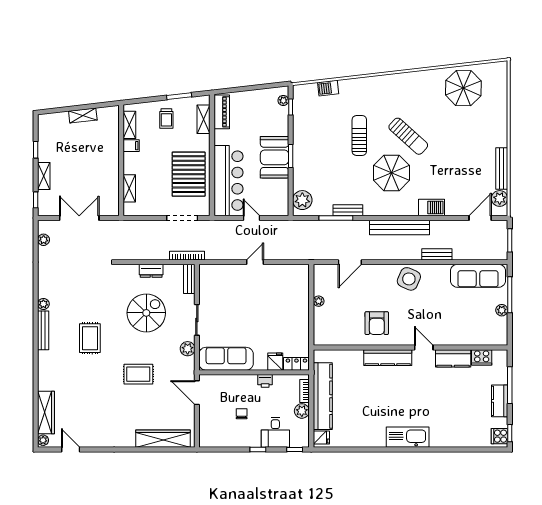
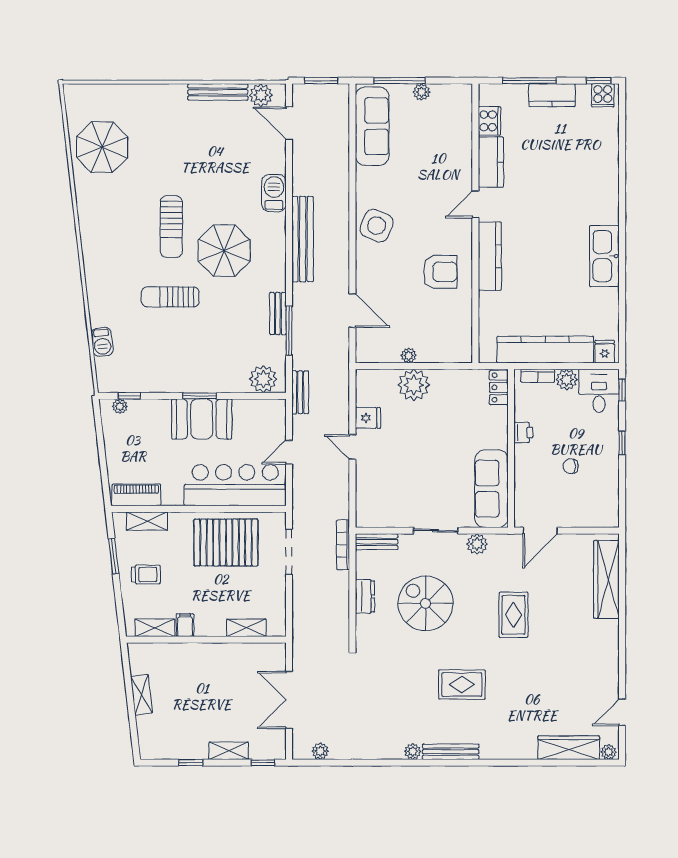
sun lounger: (408, 136) -> (171, 227), turned 138
bench: (437, 254) -> (300, 392), moved
plant: (298, 305) -> (414, 385), added
fridge: (275, 362) -> (368, 418), moved, turned 180
desk: (275, 432) -> (599, 391), moved, turned -90
kitchen sink: (408, 437) -> (604, 256), moved

